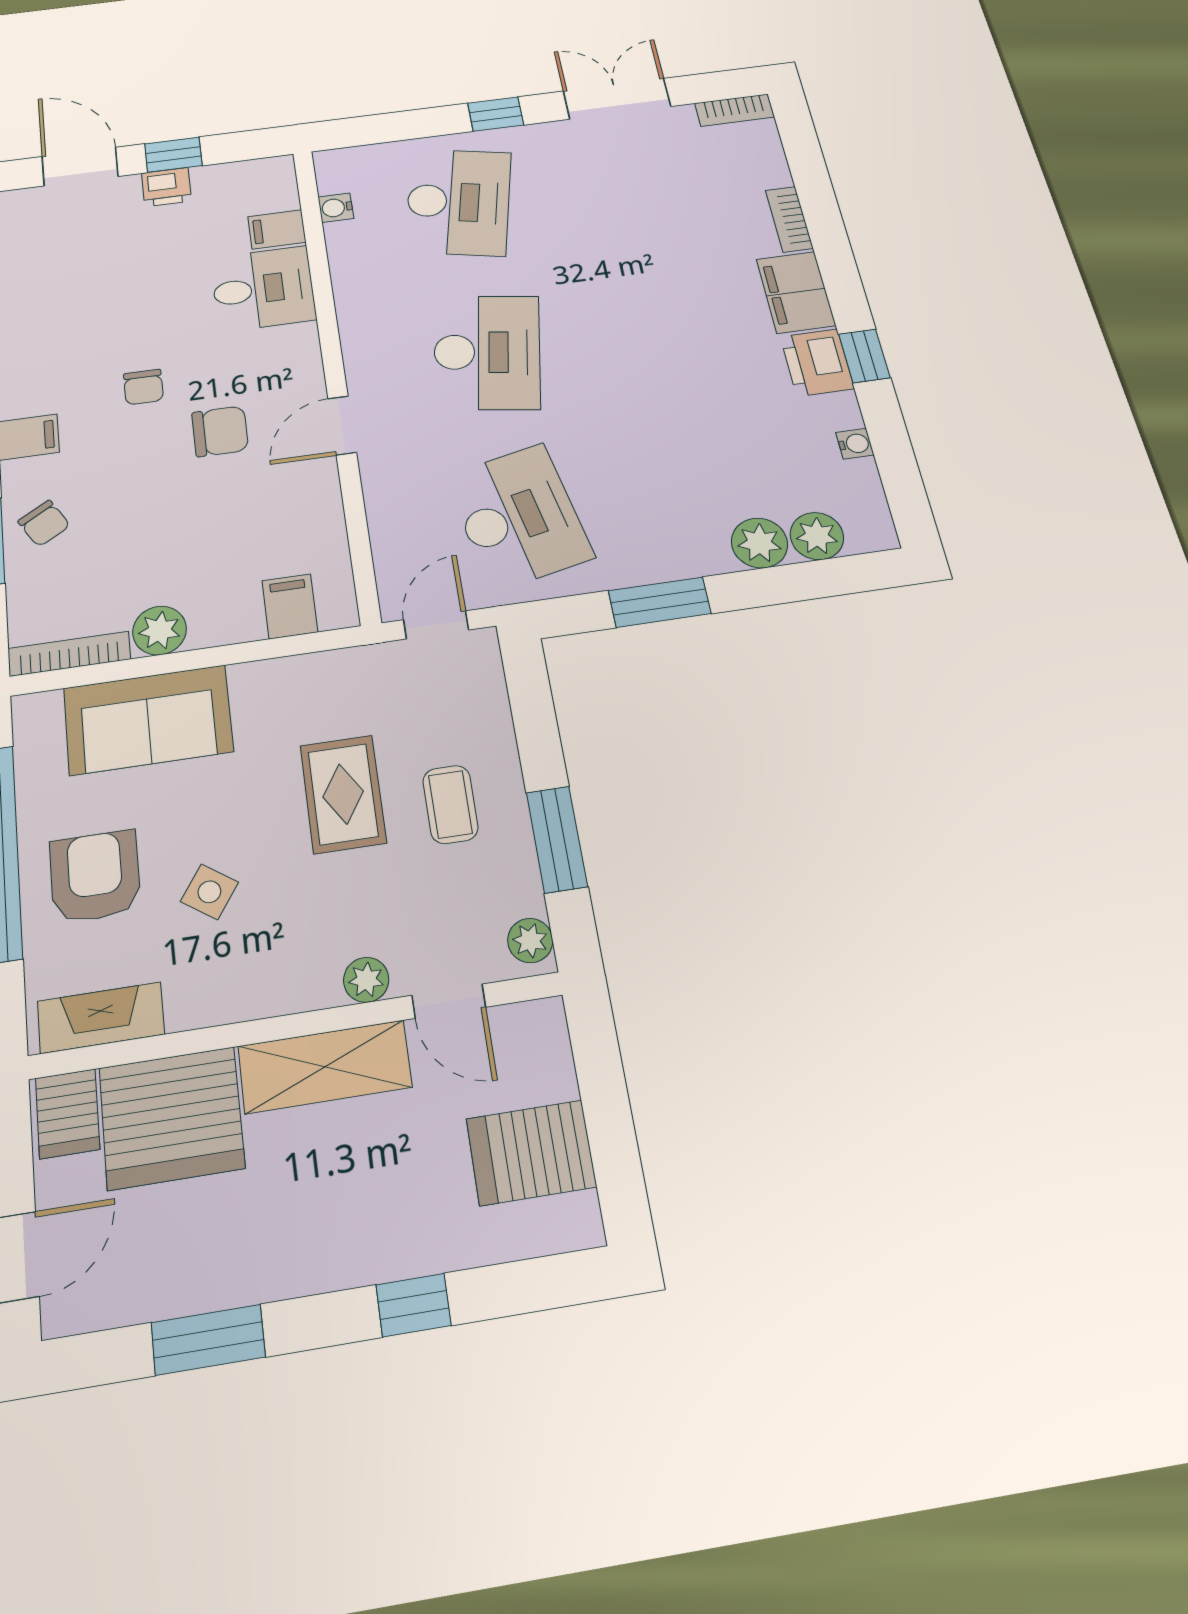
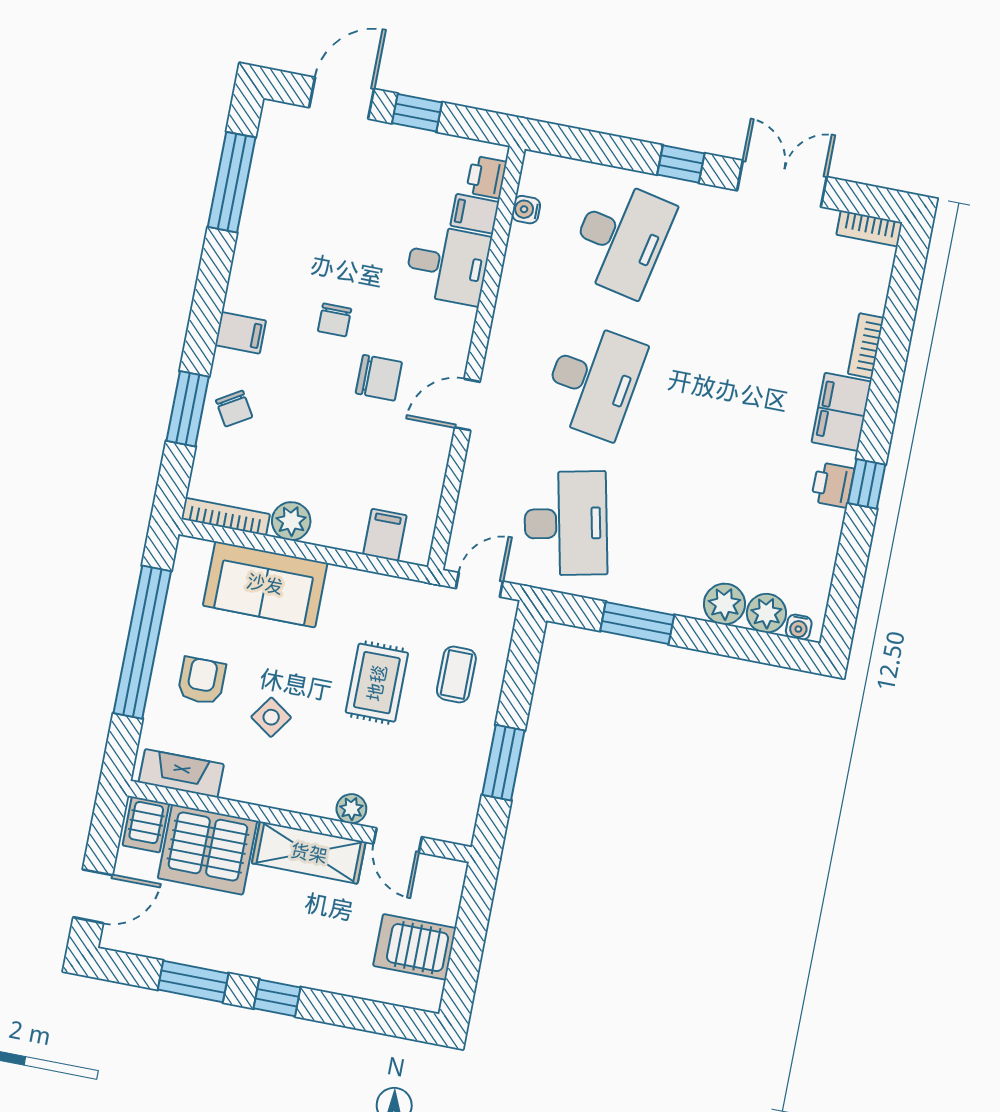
door: (80, 166) -> (342, 98), hinge flipped
printer: (166, 187) -> (486, 177), moved, turned 90
printer: (817, 363) -> (833, 485), width x0.73, depth x0.81
water cooler: (855, 444) -> (799, 627), moved, turned 90
coffee table: (450, 804) -> (456, 674), moved
armchair: (95, 876) -> (202, 681), width x0.72, depth x0.72
plant: (530, 940) -> (462, 821), removed
window: (413, 1305) -> (277, 998), moved

